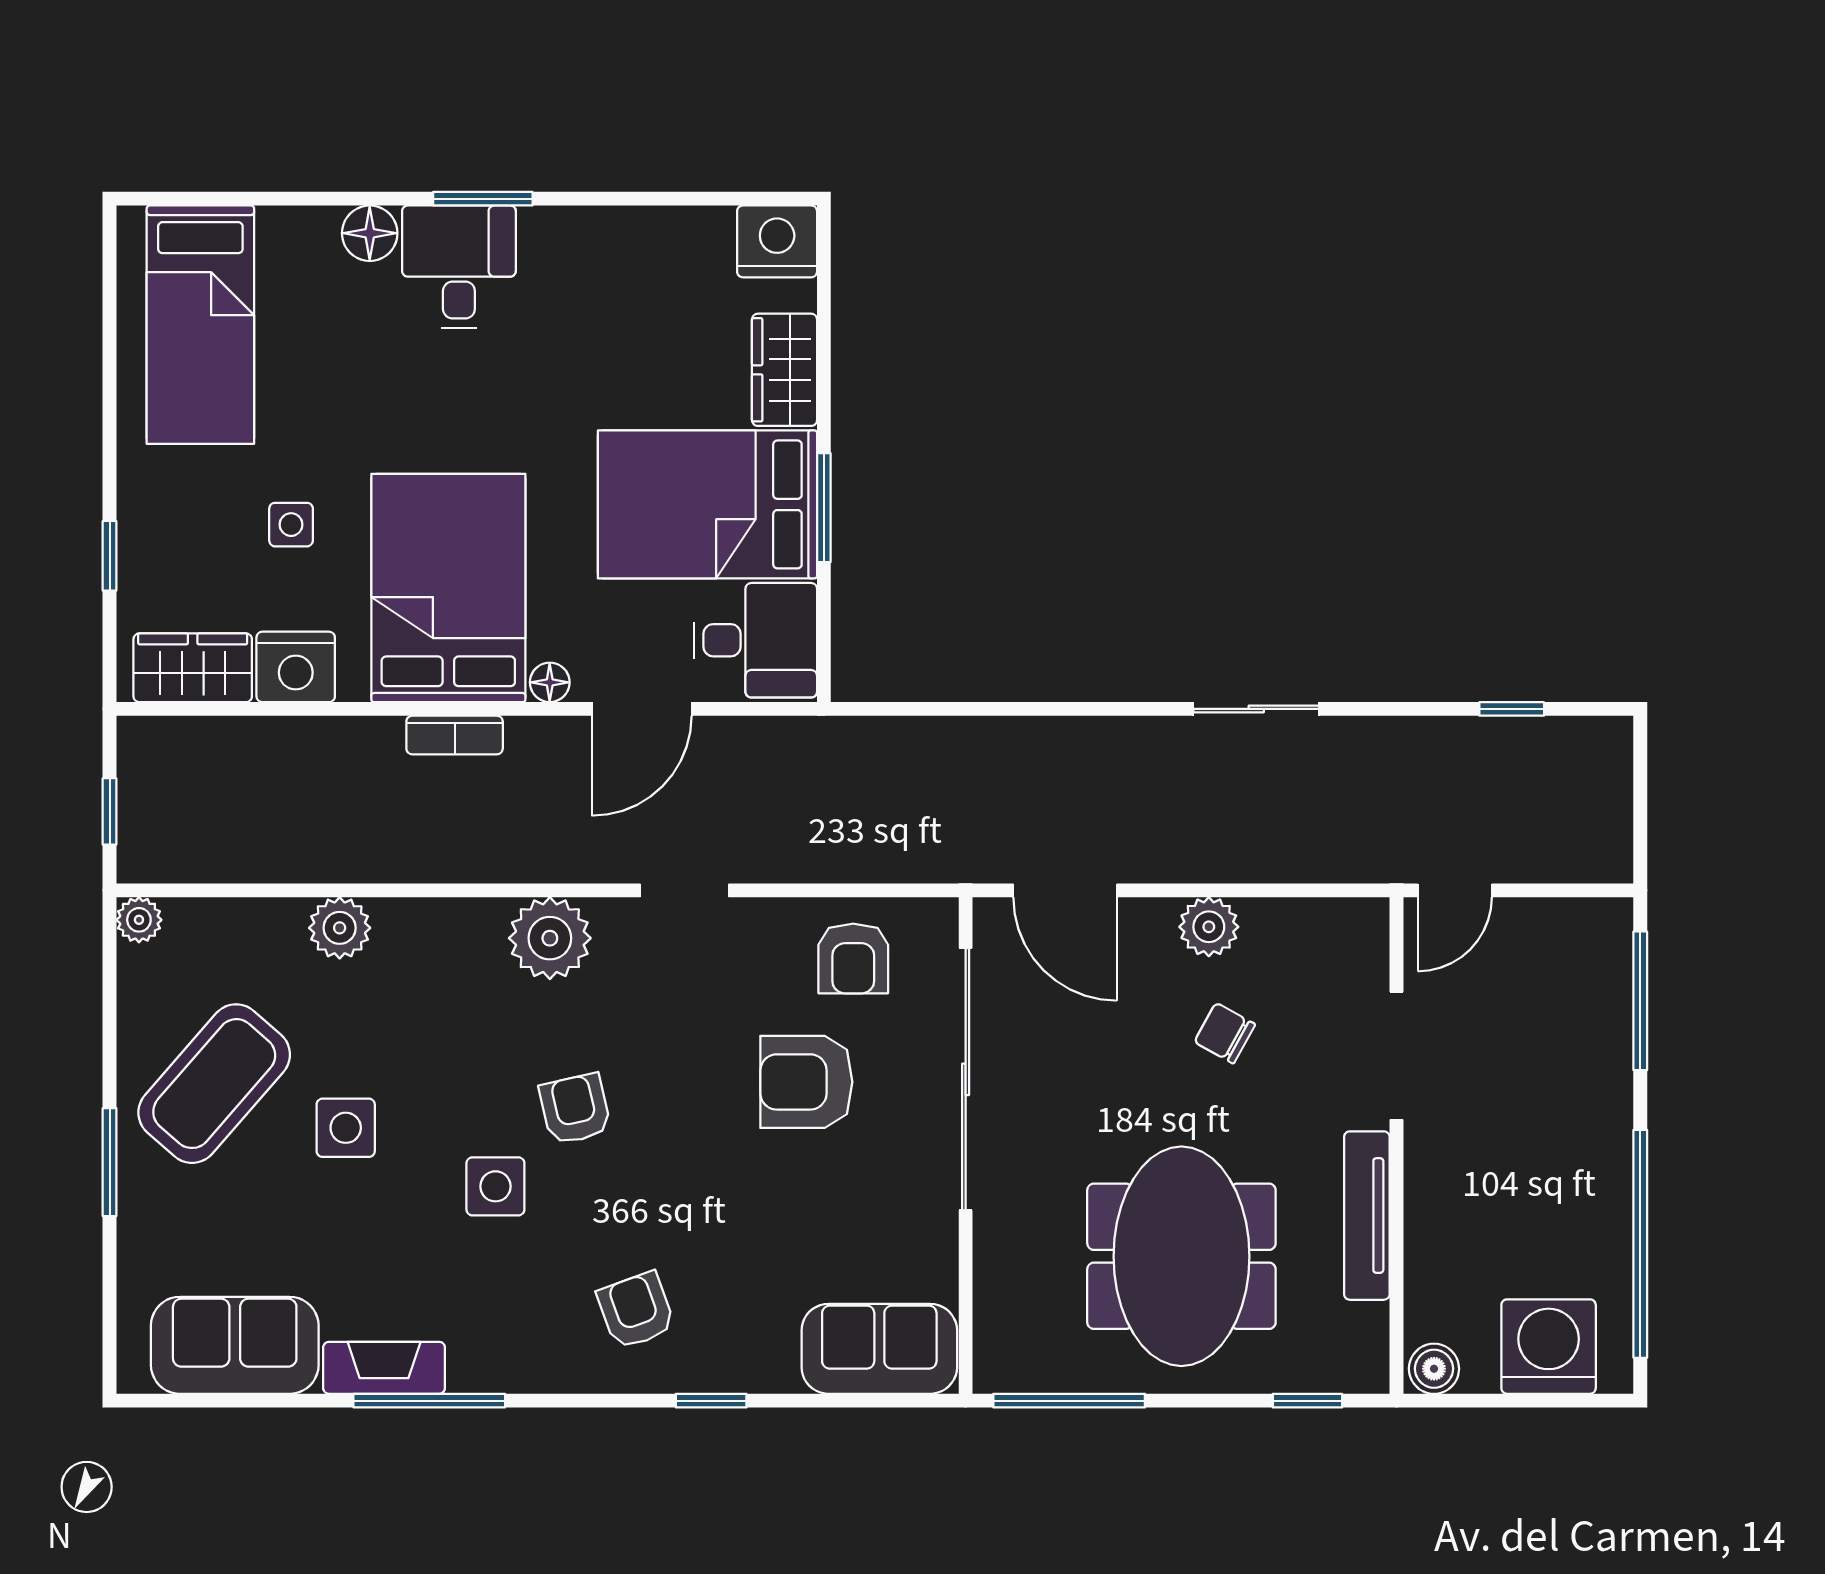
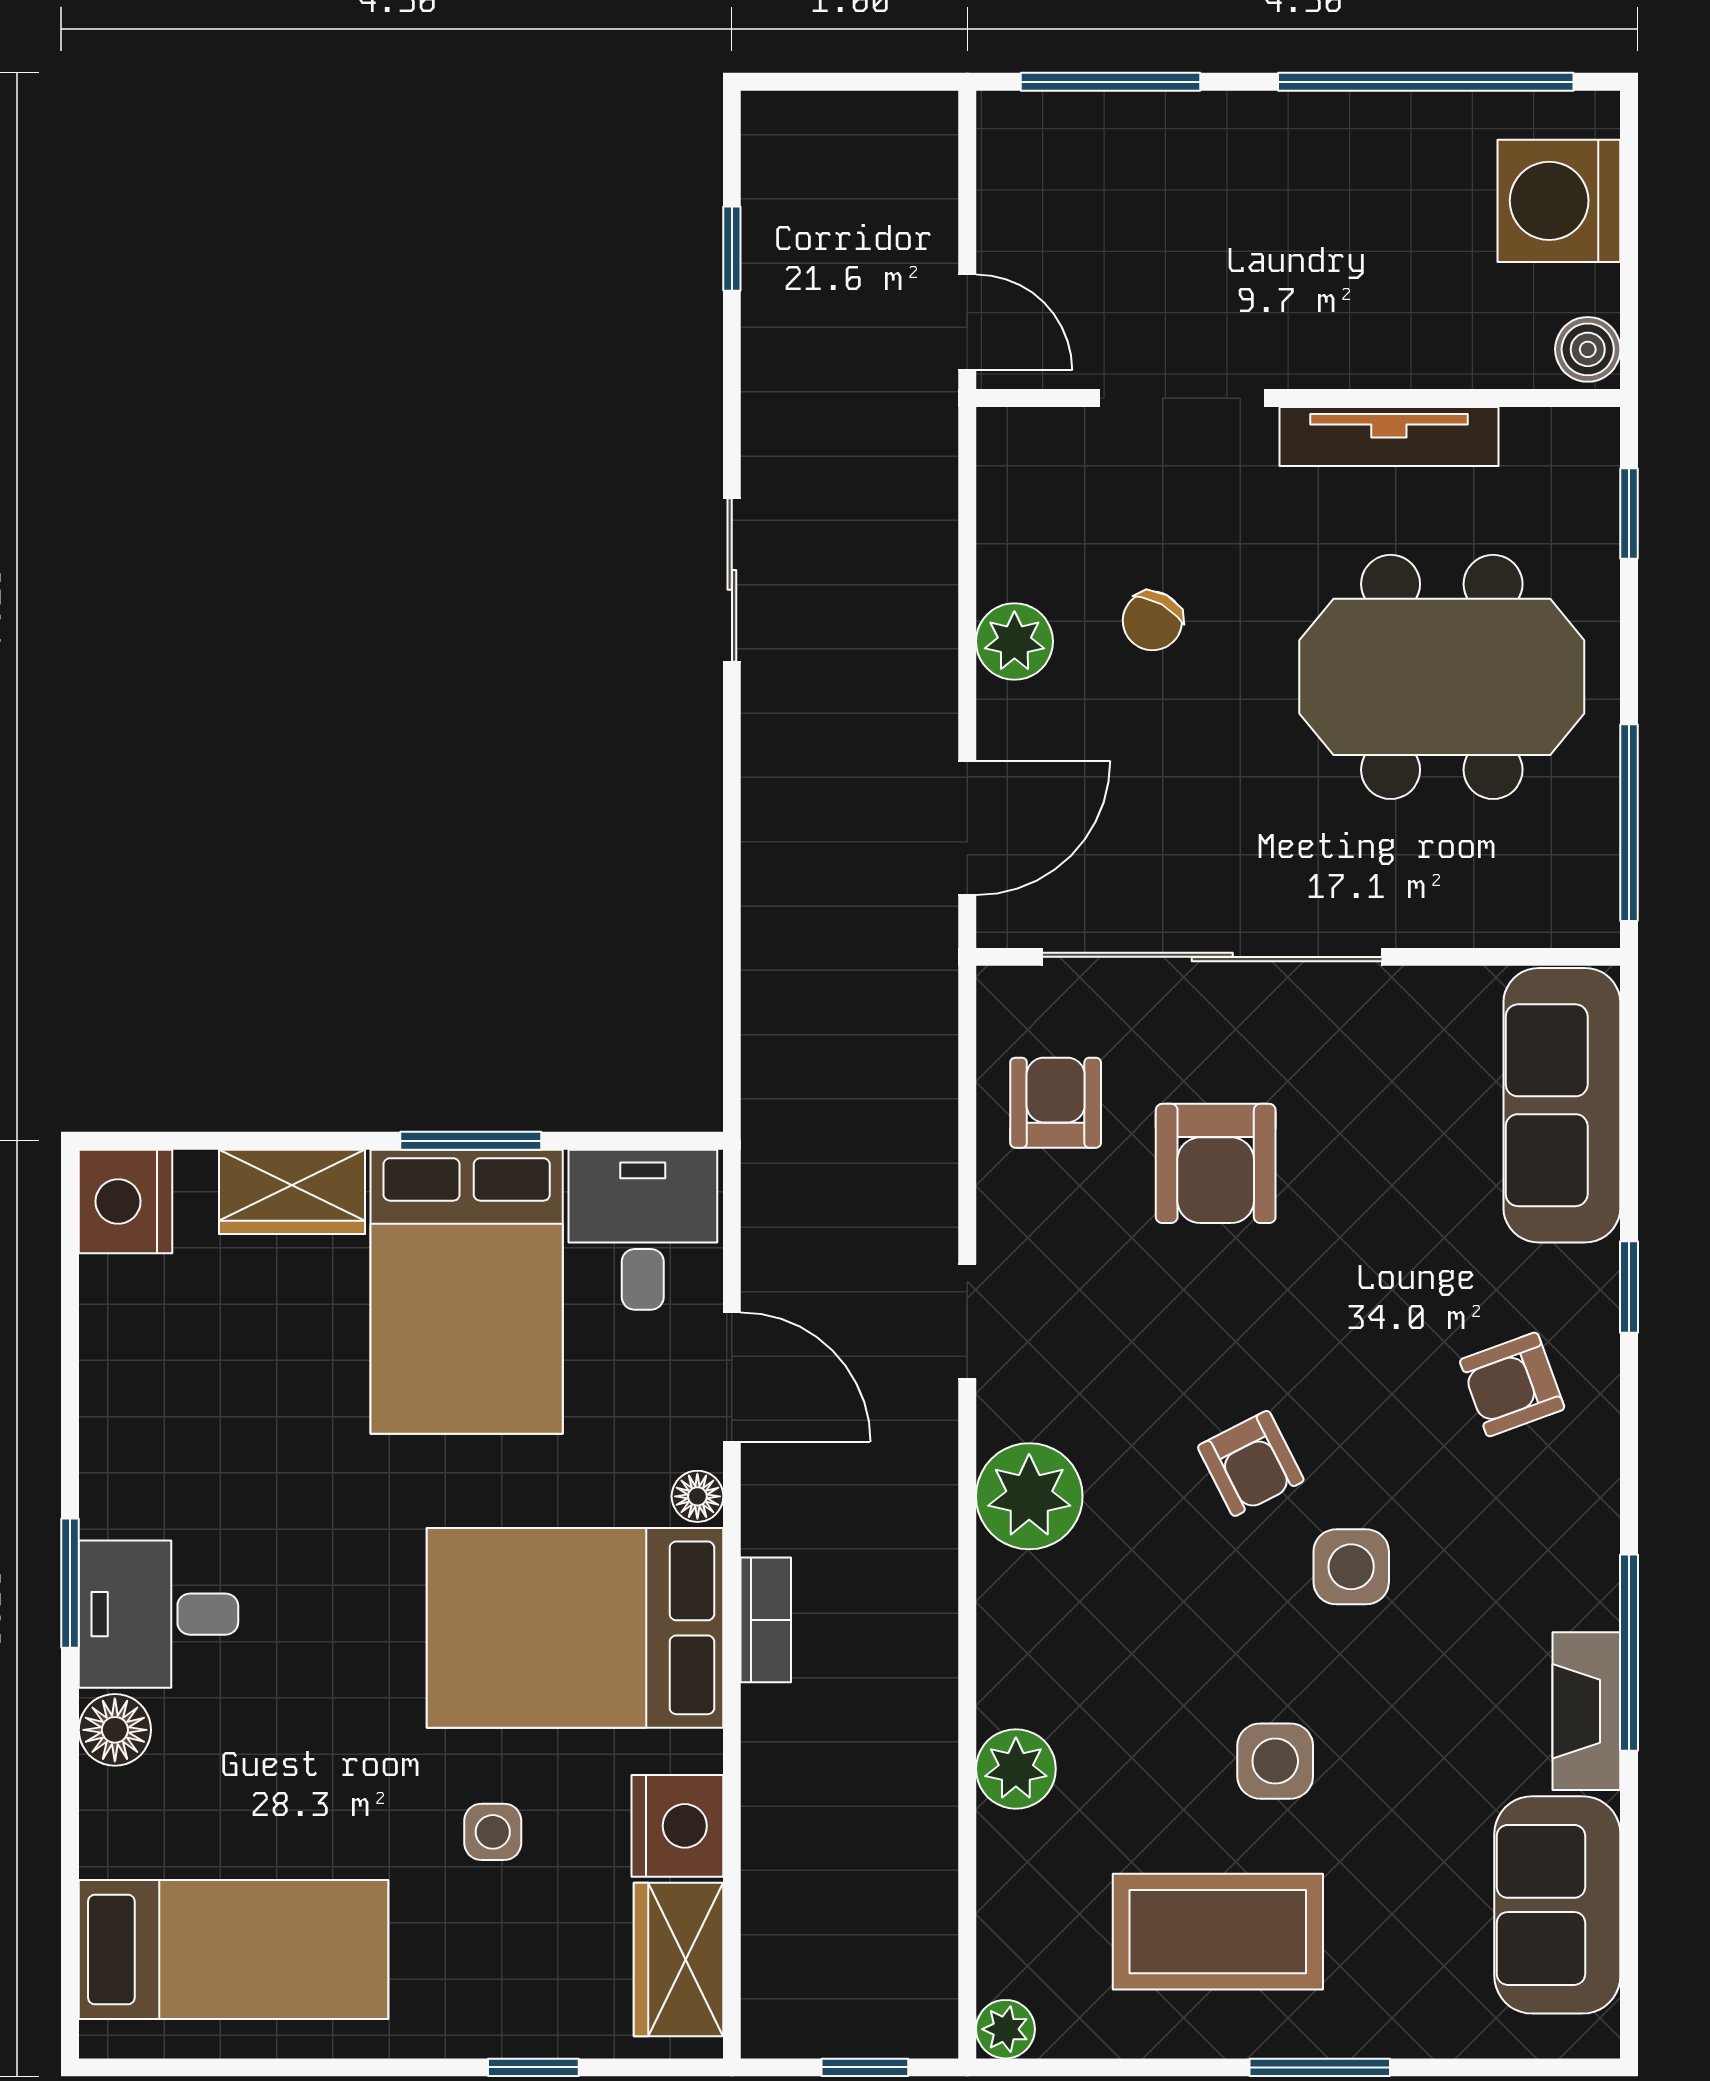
armchair: (853, 958) -> (1056, 1103), turned -90
coffee table: (214, 1084) -> (1218, 1932), turned -41
armchair: (575, 1109) -> (1251, 1463), turned -104
sofa: (879, 1349) -> (1562, 1105), width x1.36

